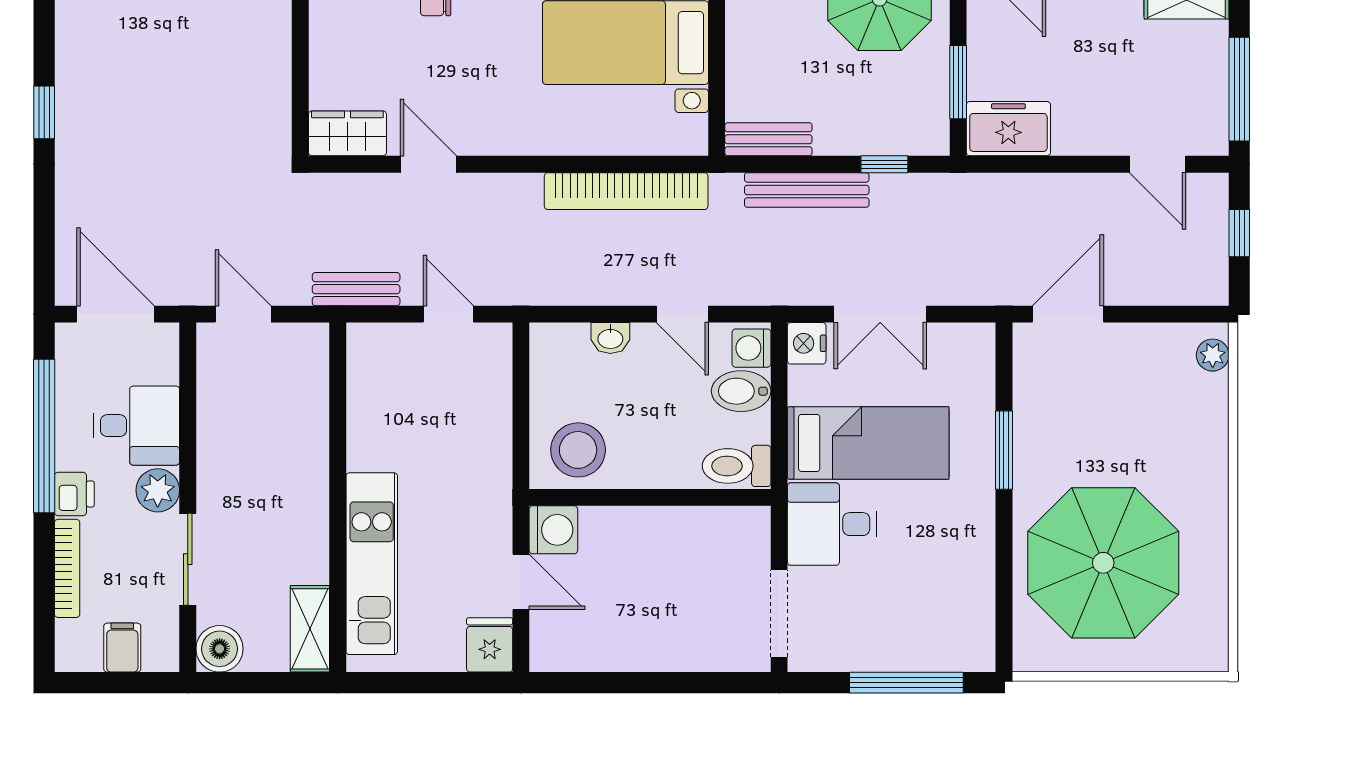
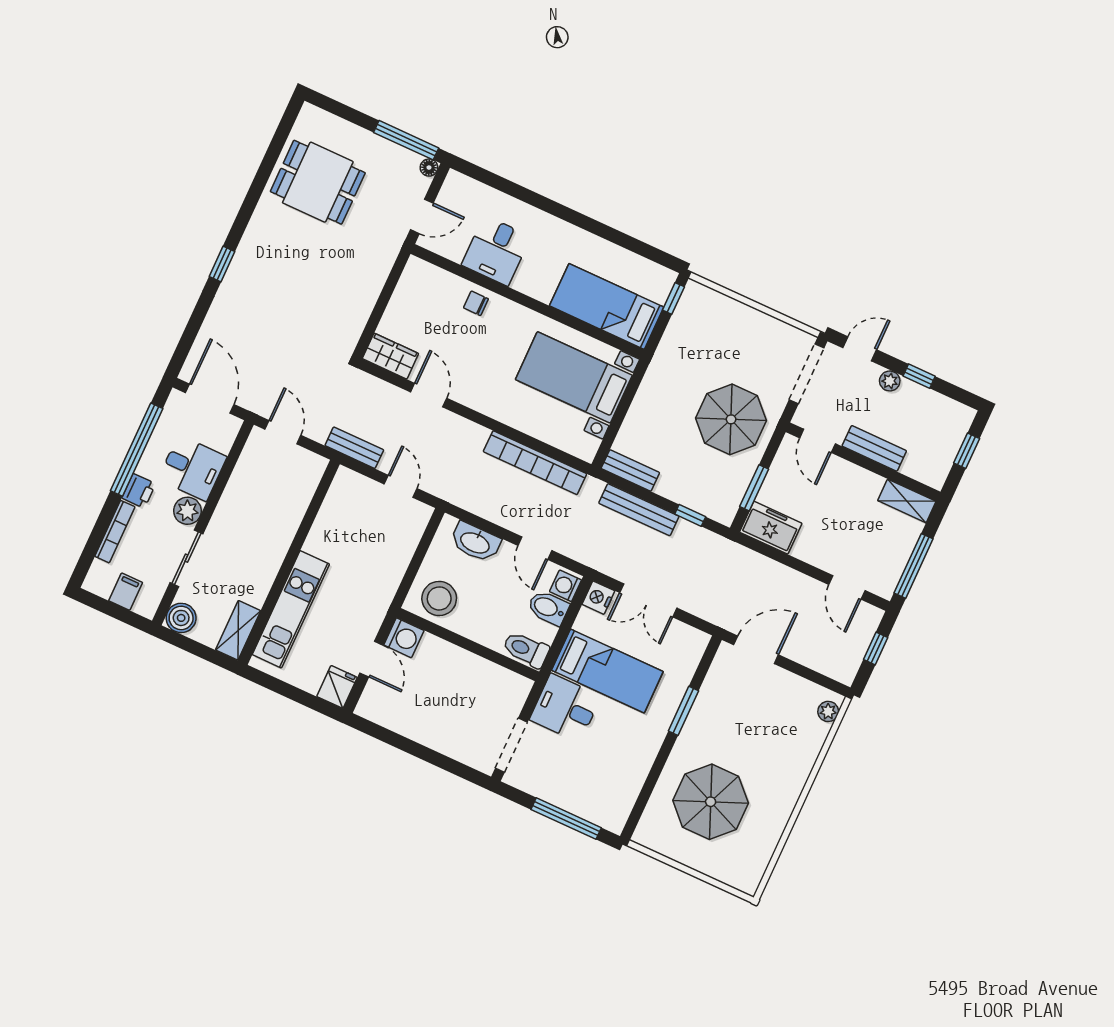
washbasin: (610, 338) -> (475, 542), width x1.91, depth x1.45
parasol: (1103, 563) -> (711, 802), width x0.73, depth x0.73

